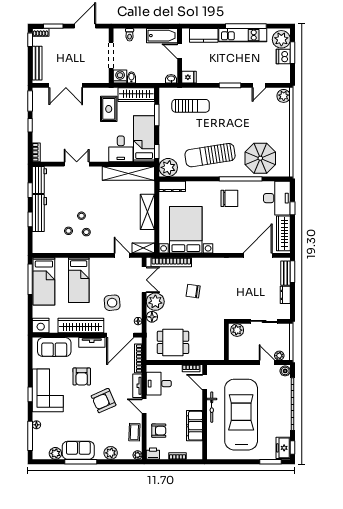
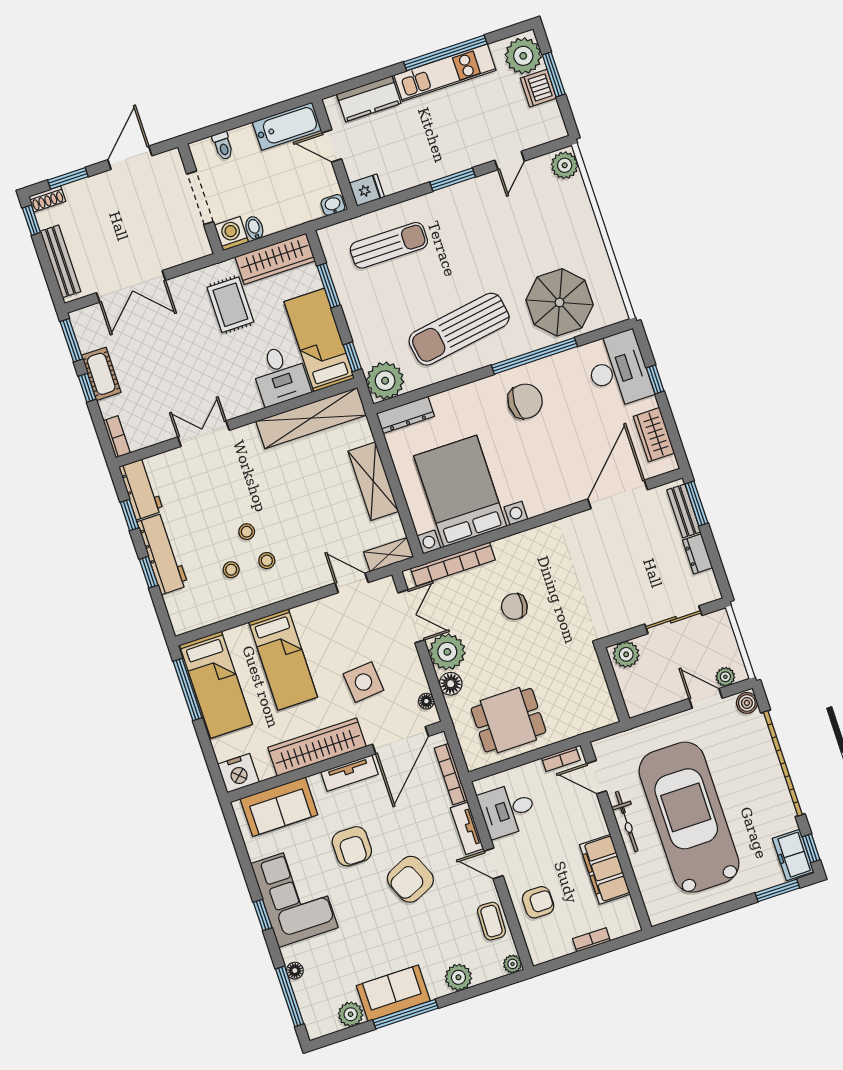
cot: (39, 121) -> (101, 374), added
wardrobe: (283, 233) -> (654, 435), width x0.67
printer: (153, 454) -> (542, 951), removed

